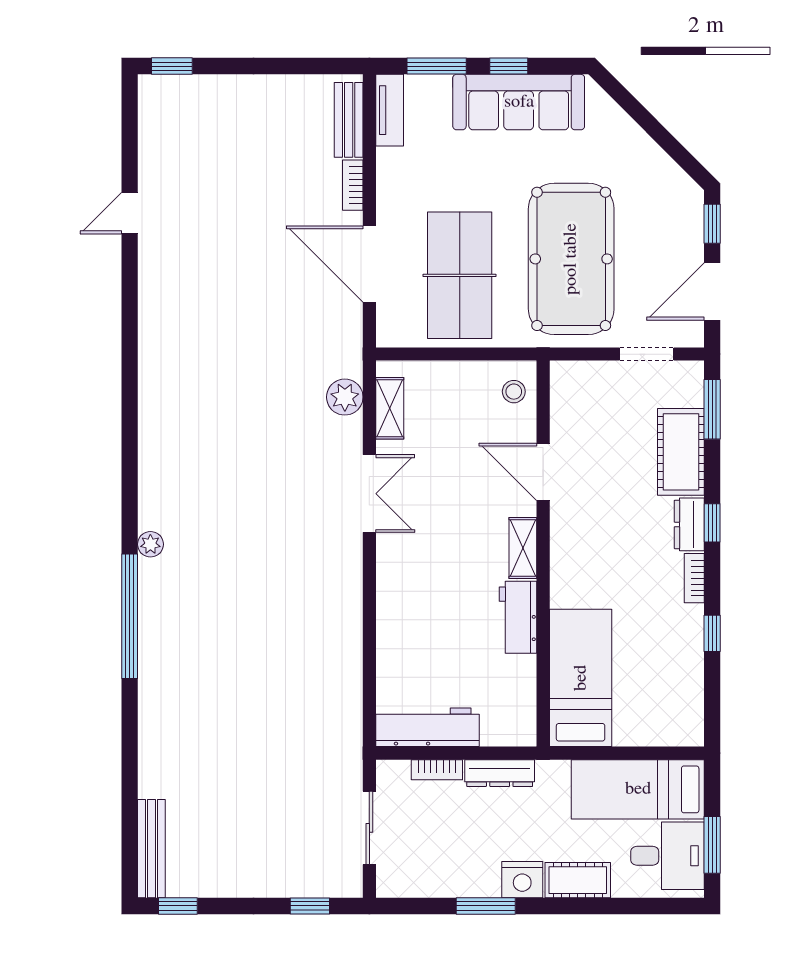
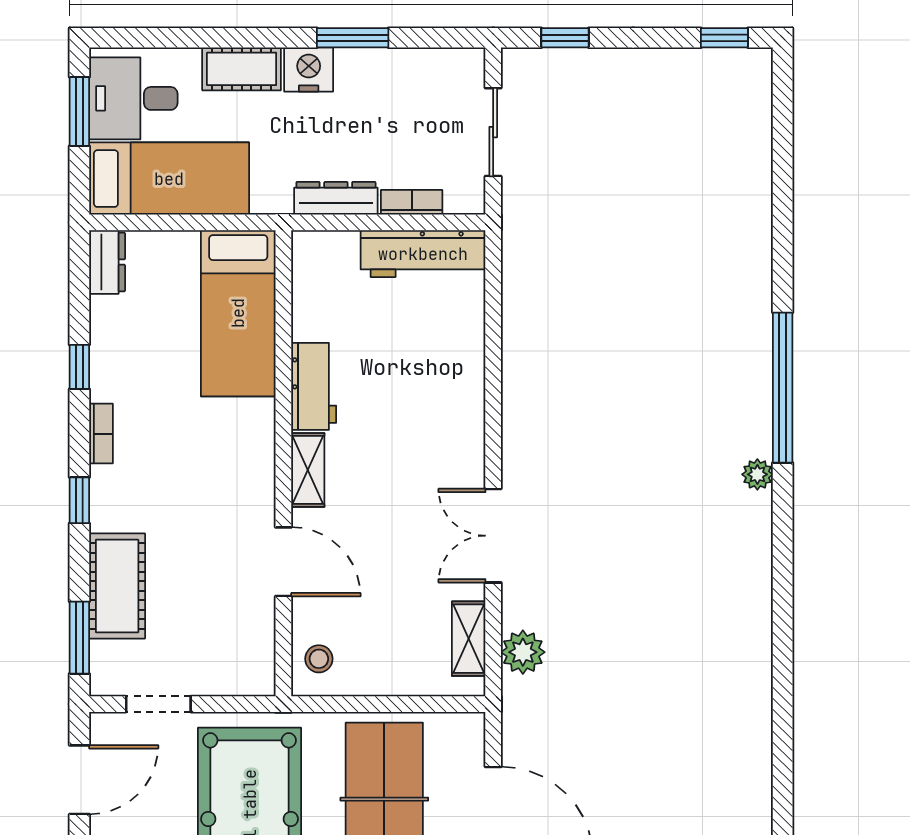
dresser: (689, 524) -> (107, 262), moved
bench: (151, 849) -> (756, 107), removed

